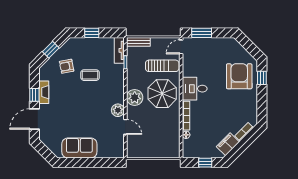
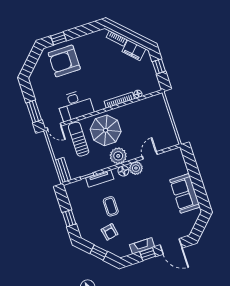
tv unit: (119, 50) -> (100, 178), moved
desk: (195, 89) -> (75, 105), moved, width x1.37
floor lamp: (119, 98) -> (123, 171), added

